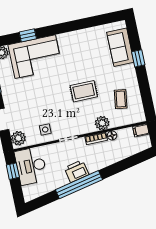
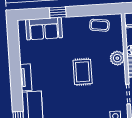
tv unit: (70, 37) -> (26, 77), added
coffee table: (121, 99) -> (99, 25), moved

